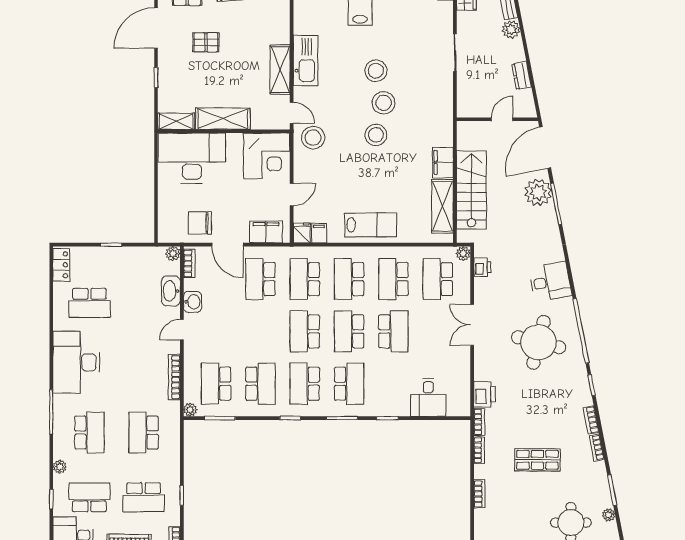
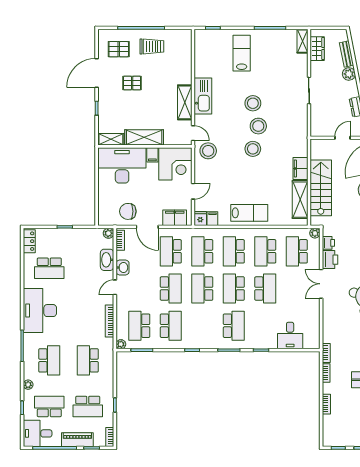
filing cabinet: (235, 143) -> (152, 155), added
school desk: (305, 384) -> (171, 289), moved, turned 180
printer: (484, 394) -> (330, 260), moved

